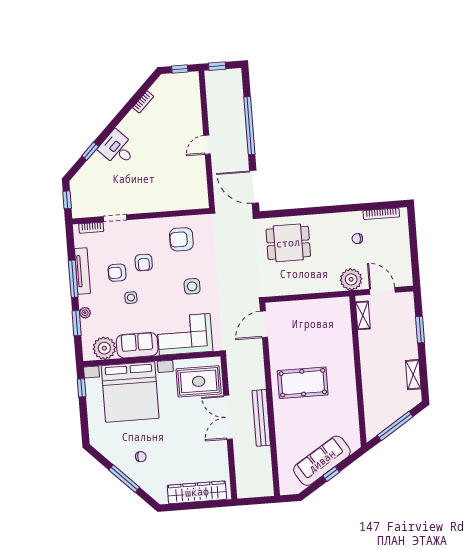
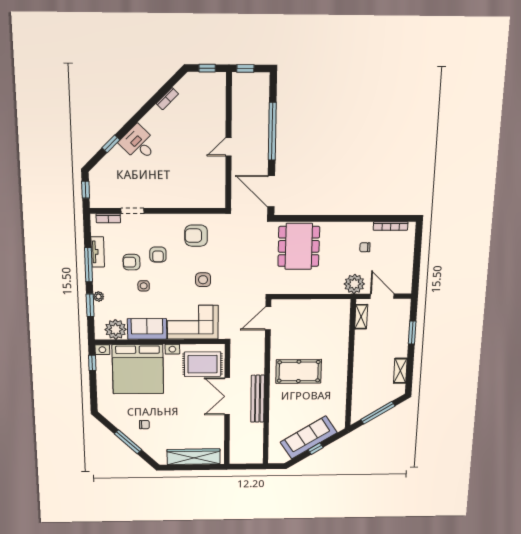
dining table: (288, 243) -> (299, 246), width x1.37
tv unit: (82, 271) -> (98, 252), width x0.71

